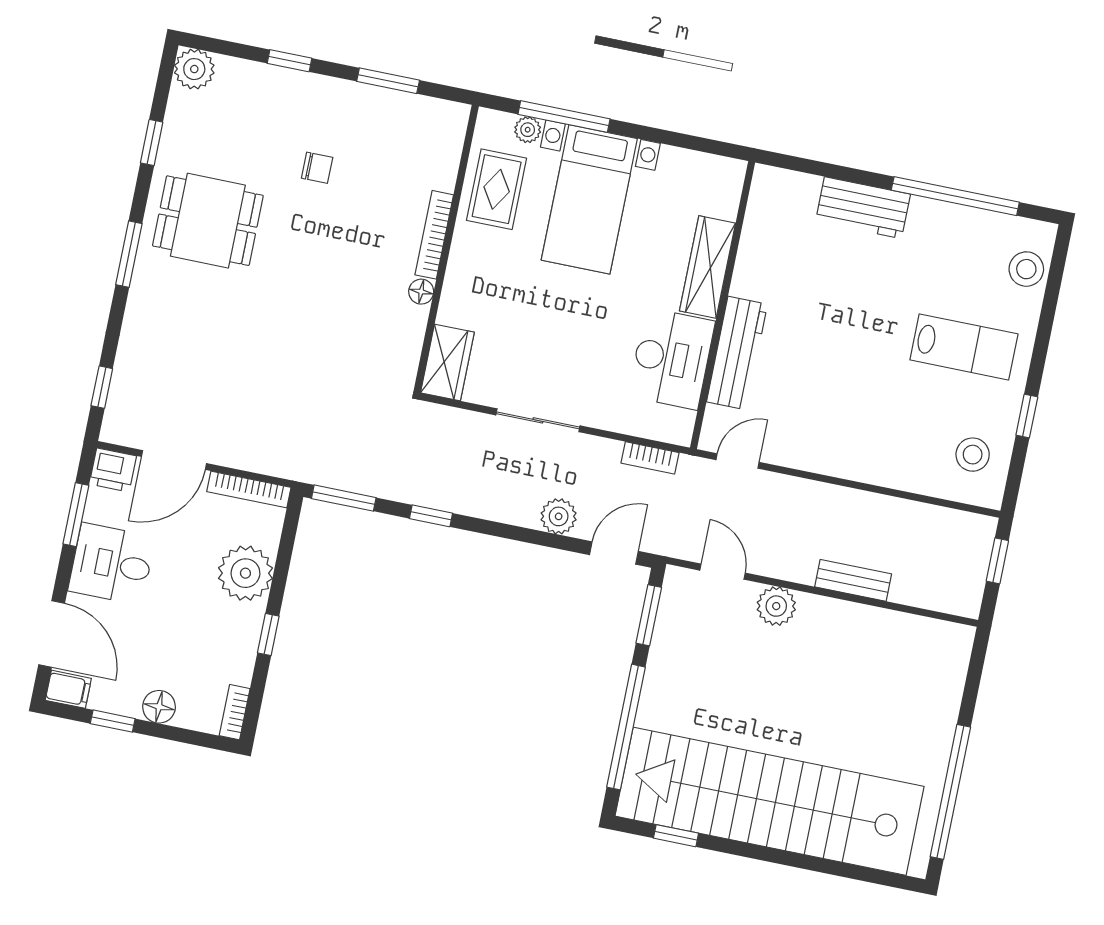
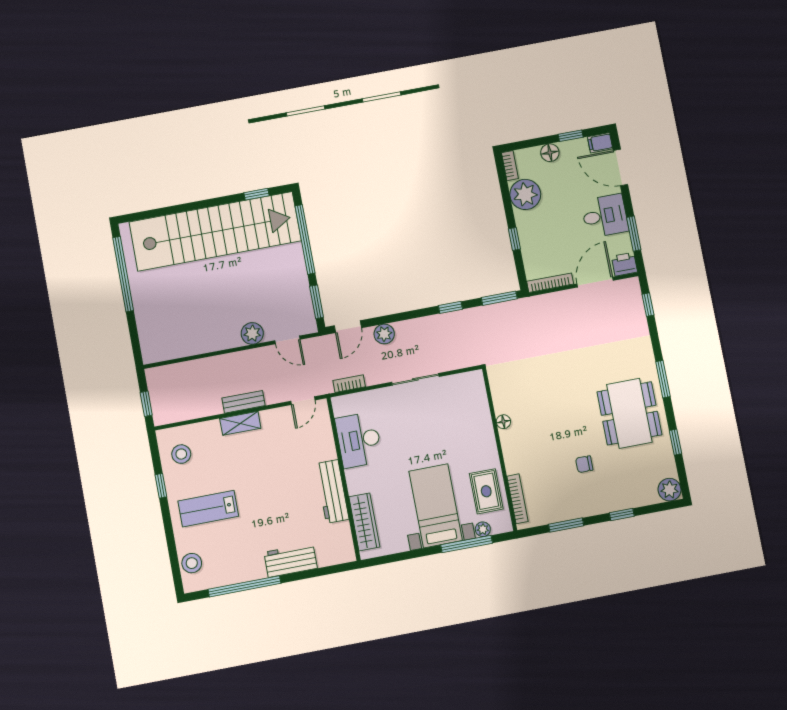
dining table: (208, 221) -> (629, 413), width x1.37
bookcase: (434, 235) -> (517, 499), moved
wardrobe: (708, 267) -> (364, 522), moved
workbench: (737, 353) -> (332, 491), moved
wardrobe: (447, 363) -> (475, 390), removed
shelving: (855, 466) -> (240, 423), added
plant: (245, 573) -> (525, 194), moved
bench: (853, 580) -> (243, 402), moved
window: (268, 634) -> (514, 239), moved

